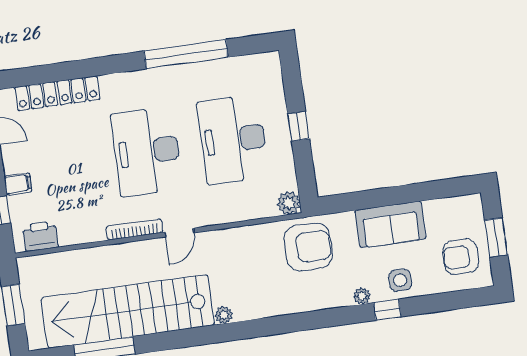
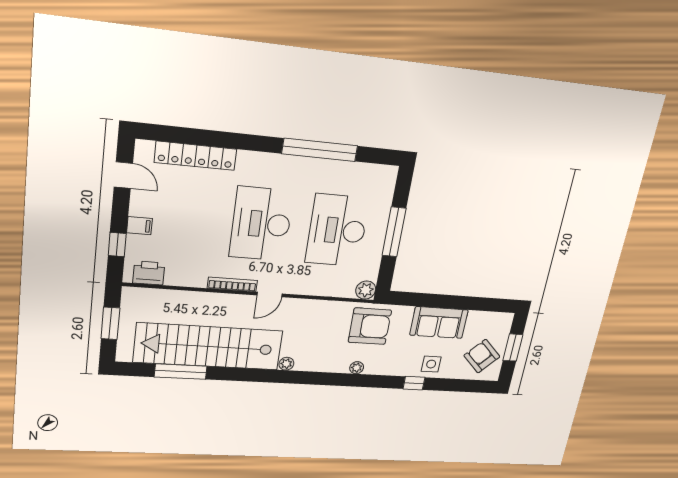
window: (299, 126) -> (394, 232), width x2.17
armchair: (461, 257) -> (482, 356), turned 44
plant: (362, 296) -> (357, 368), moved

